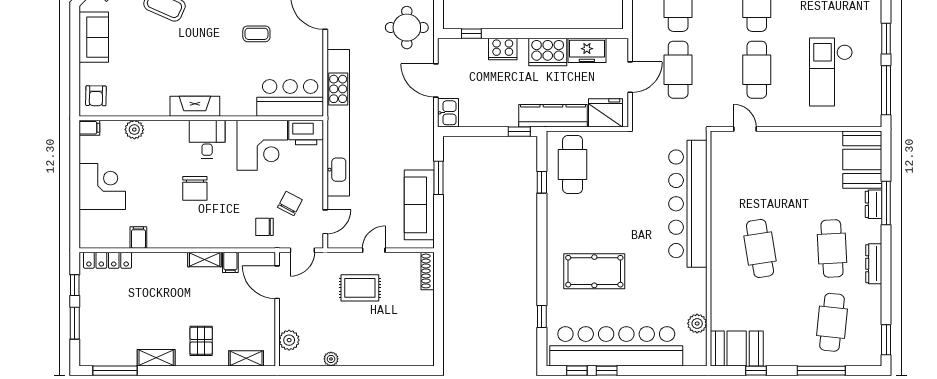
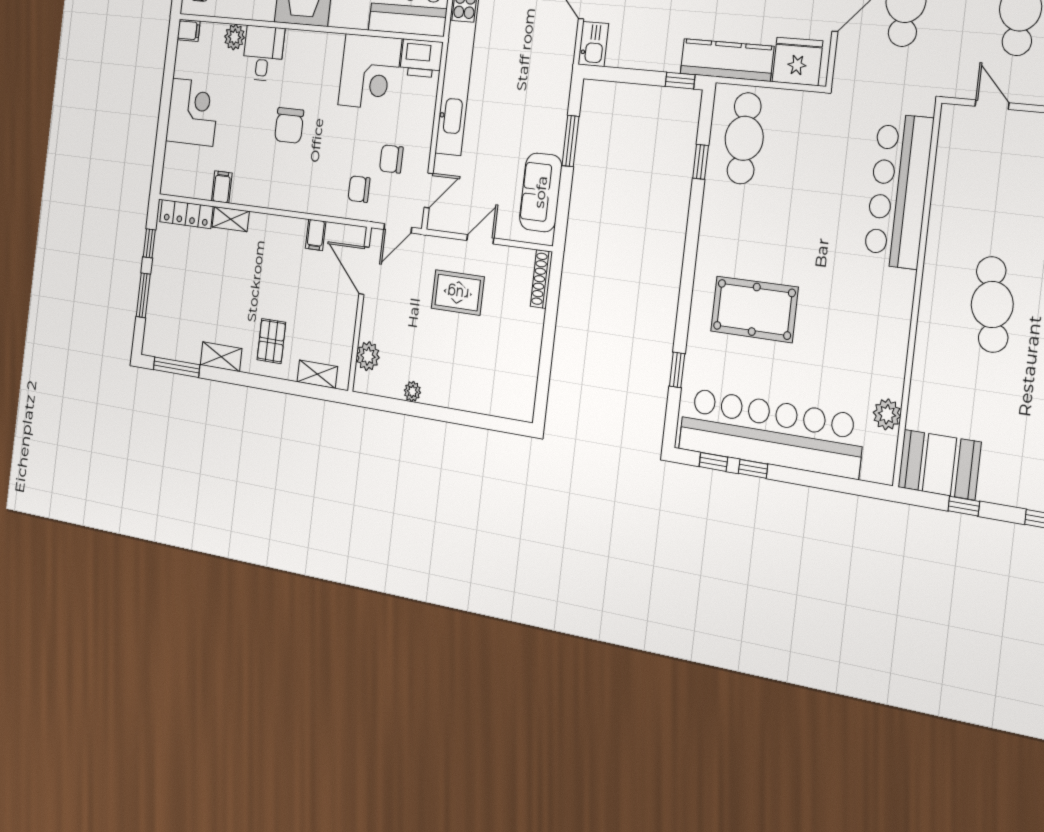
desk: (207, 139) -> (263, 53), moved
chair: (290, 204) -> (391, 159), turned -118
bar counter: (688, 204) -> (899, 191), width x0.73
sofa: (419, 205) -> (541, 192), width x0.73
shelving: (205, 259) -> (231, 219), moved

